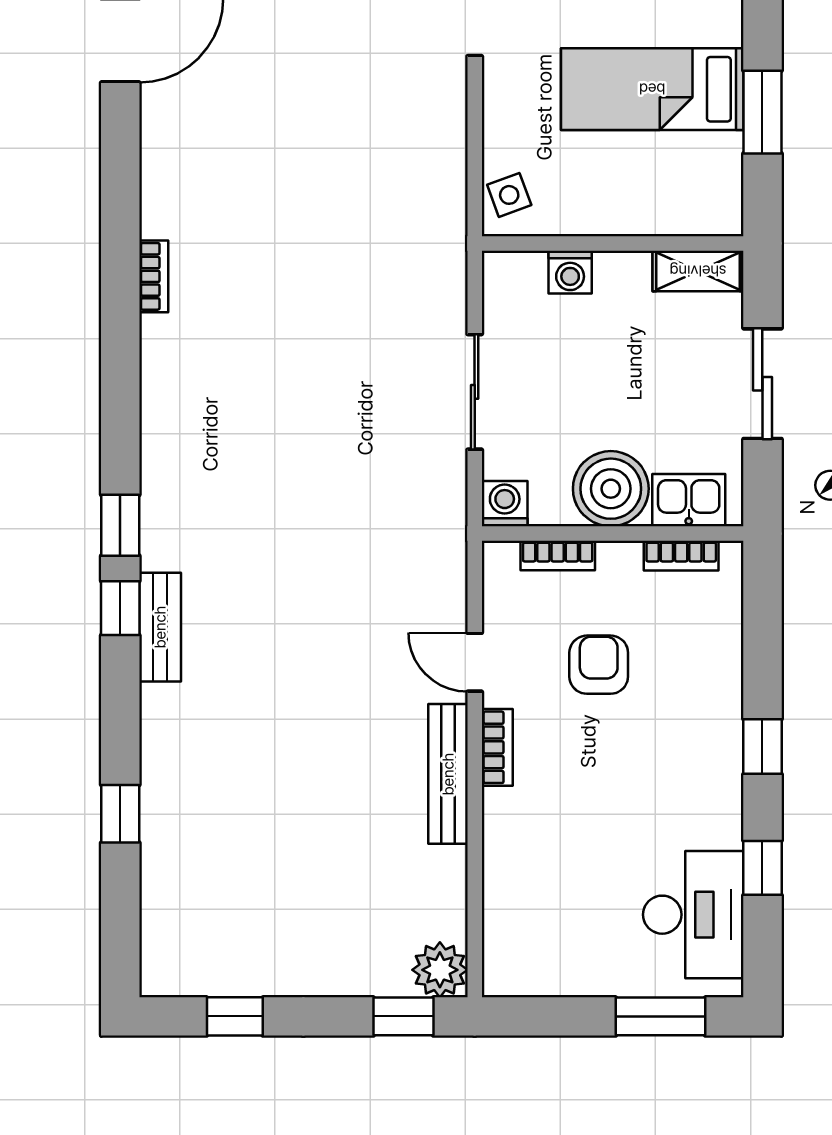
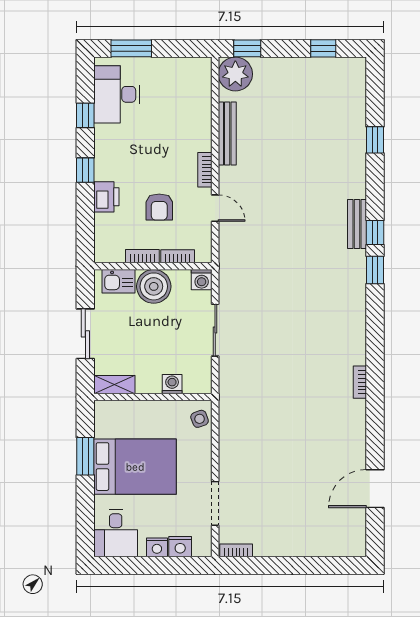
bed: (652, 89) -> (135, 467), width x1.50
bookcase: (681, 556) -> (142, 256), moved
printer: (716, 687) -> (106, 197), added
bench: (448, 774) -> (227, 134), moved
plant: (440, 970) -> (235, 74), width x1.36, depth x1.36

